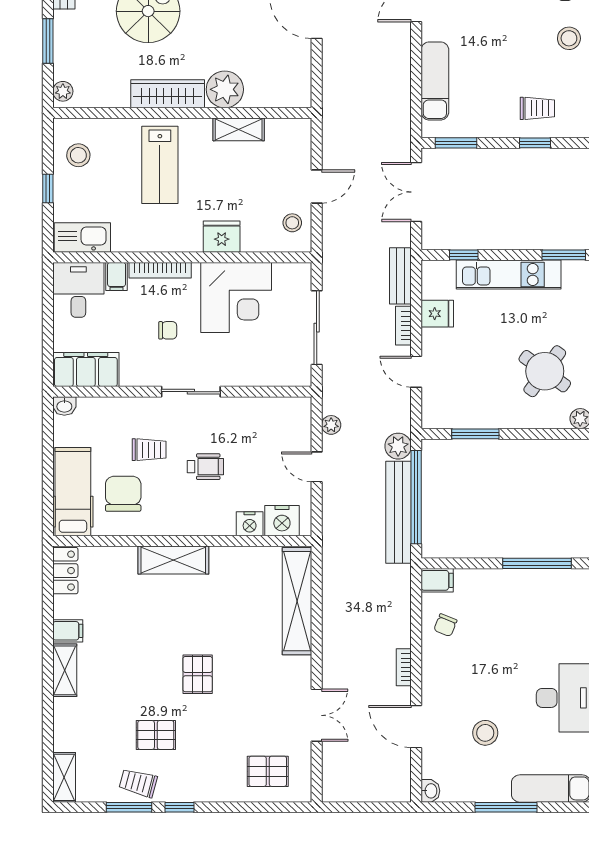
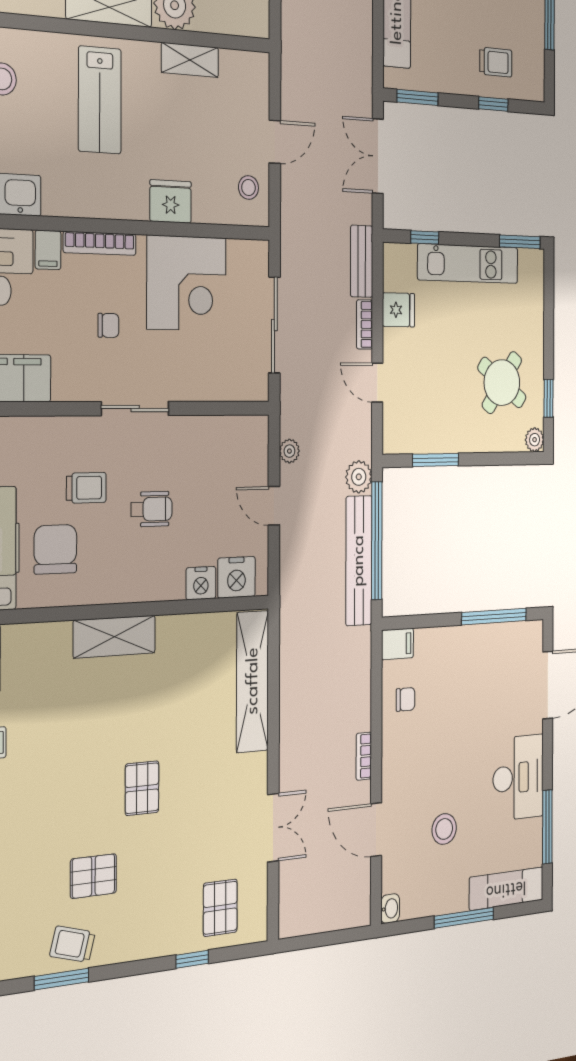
chair: (445, 625) -> (406, 699), turned -112
pallet: (268, 771) -> (220, 908), turned 90
window: (180, 807) -> (192, 959), moved

